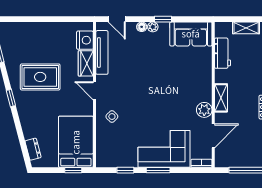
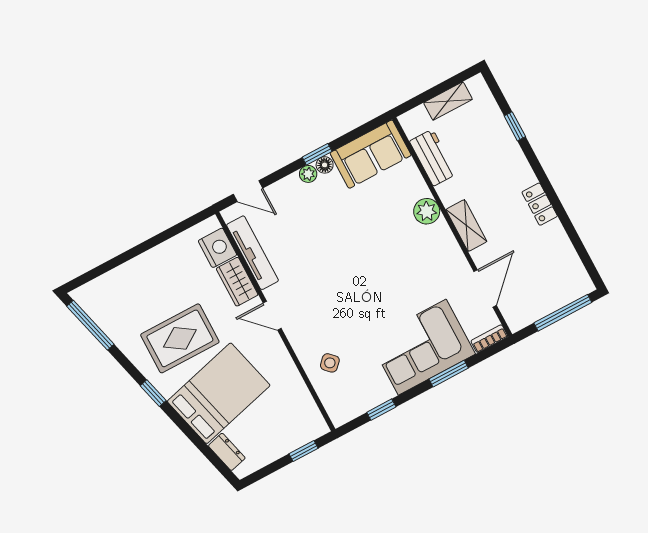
floor lamp: (142, 27) -> (325, 165), moved
plant: (204, 110) -> (427, 211), moved
side table: (112, 116) -> (330, 363), moved
bed: (76, 142) -> (219, 393), moved, turned 75
window: (158, 170) -> (449, 374), moved

